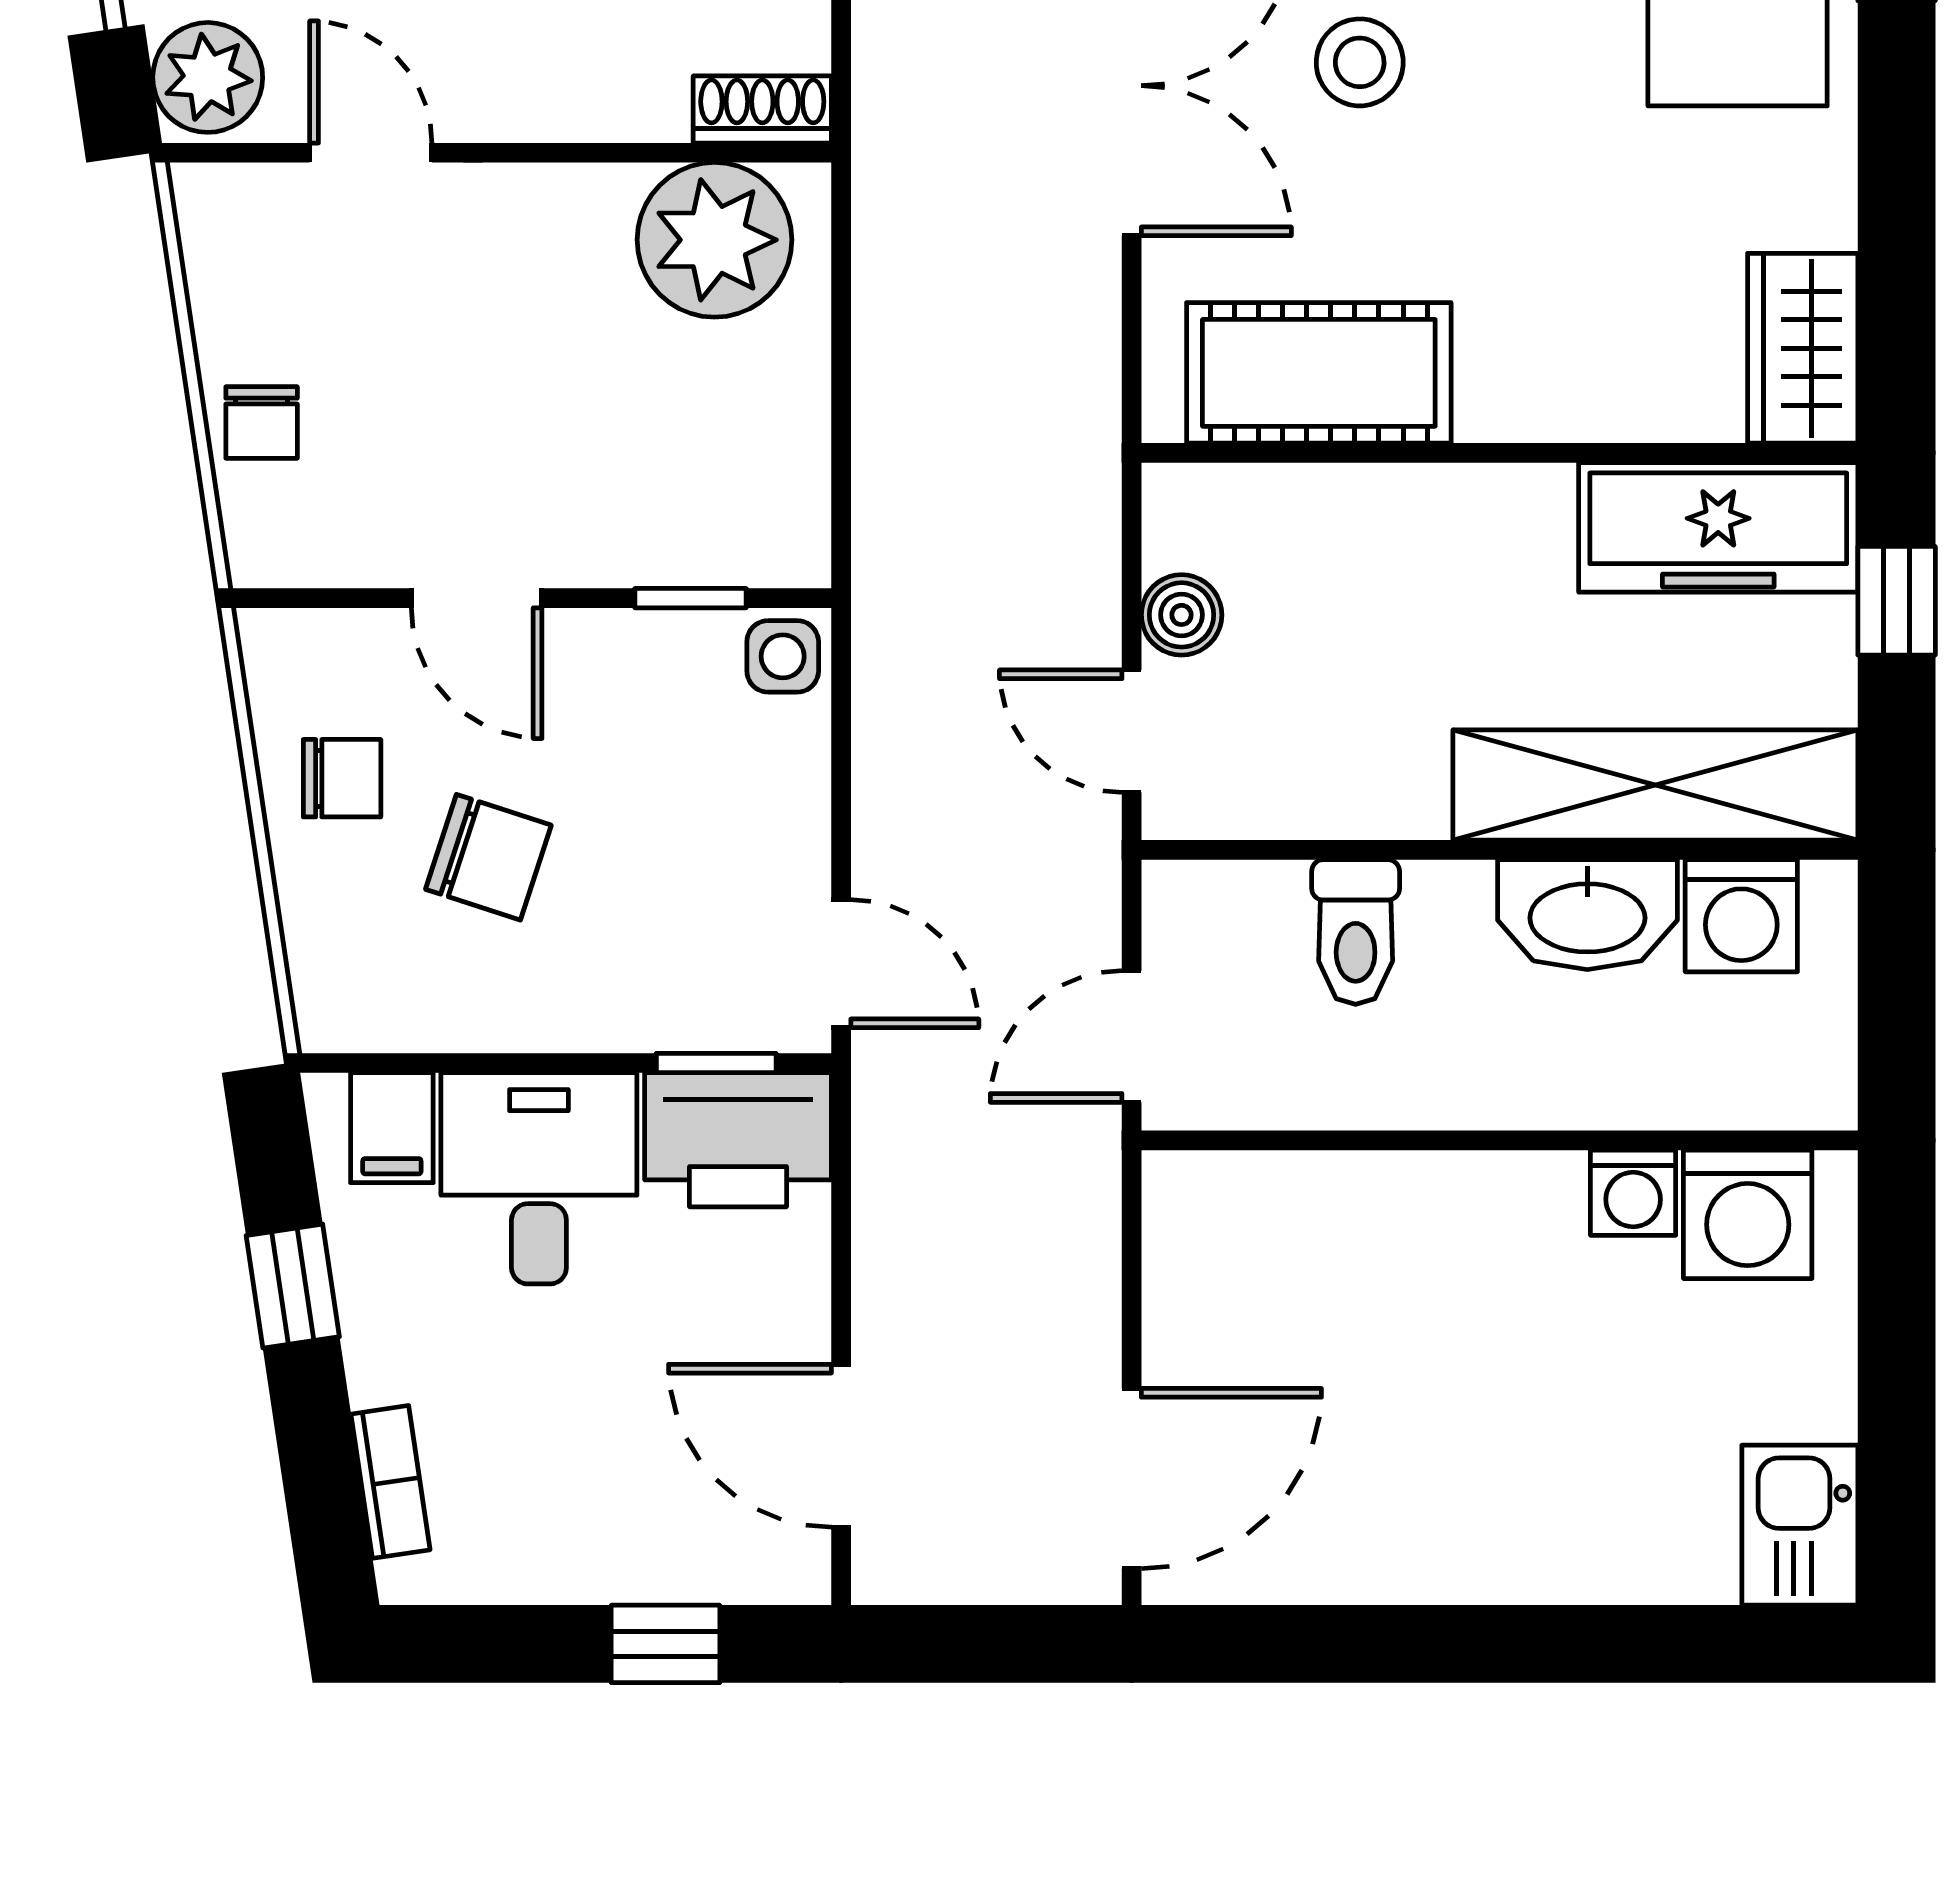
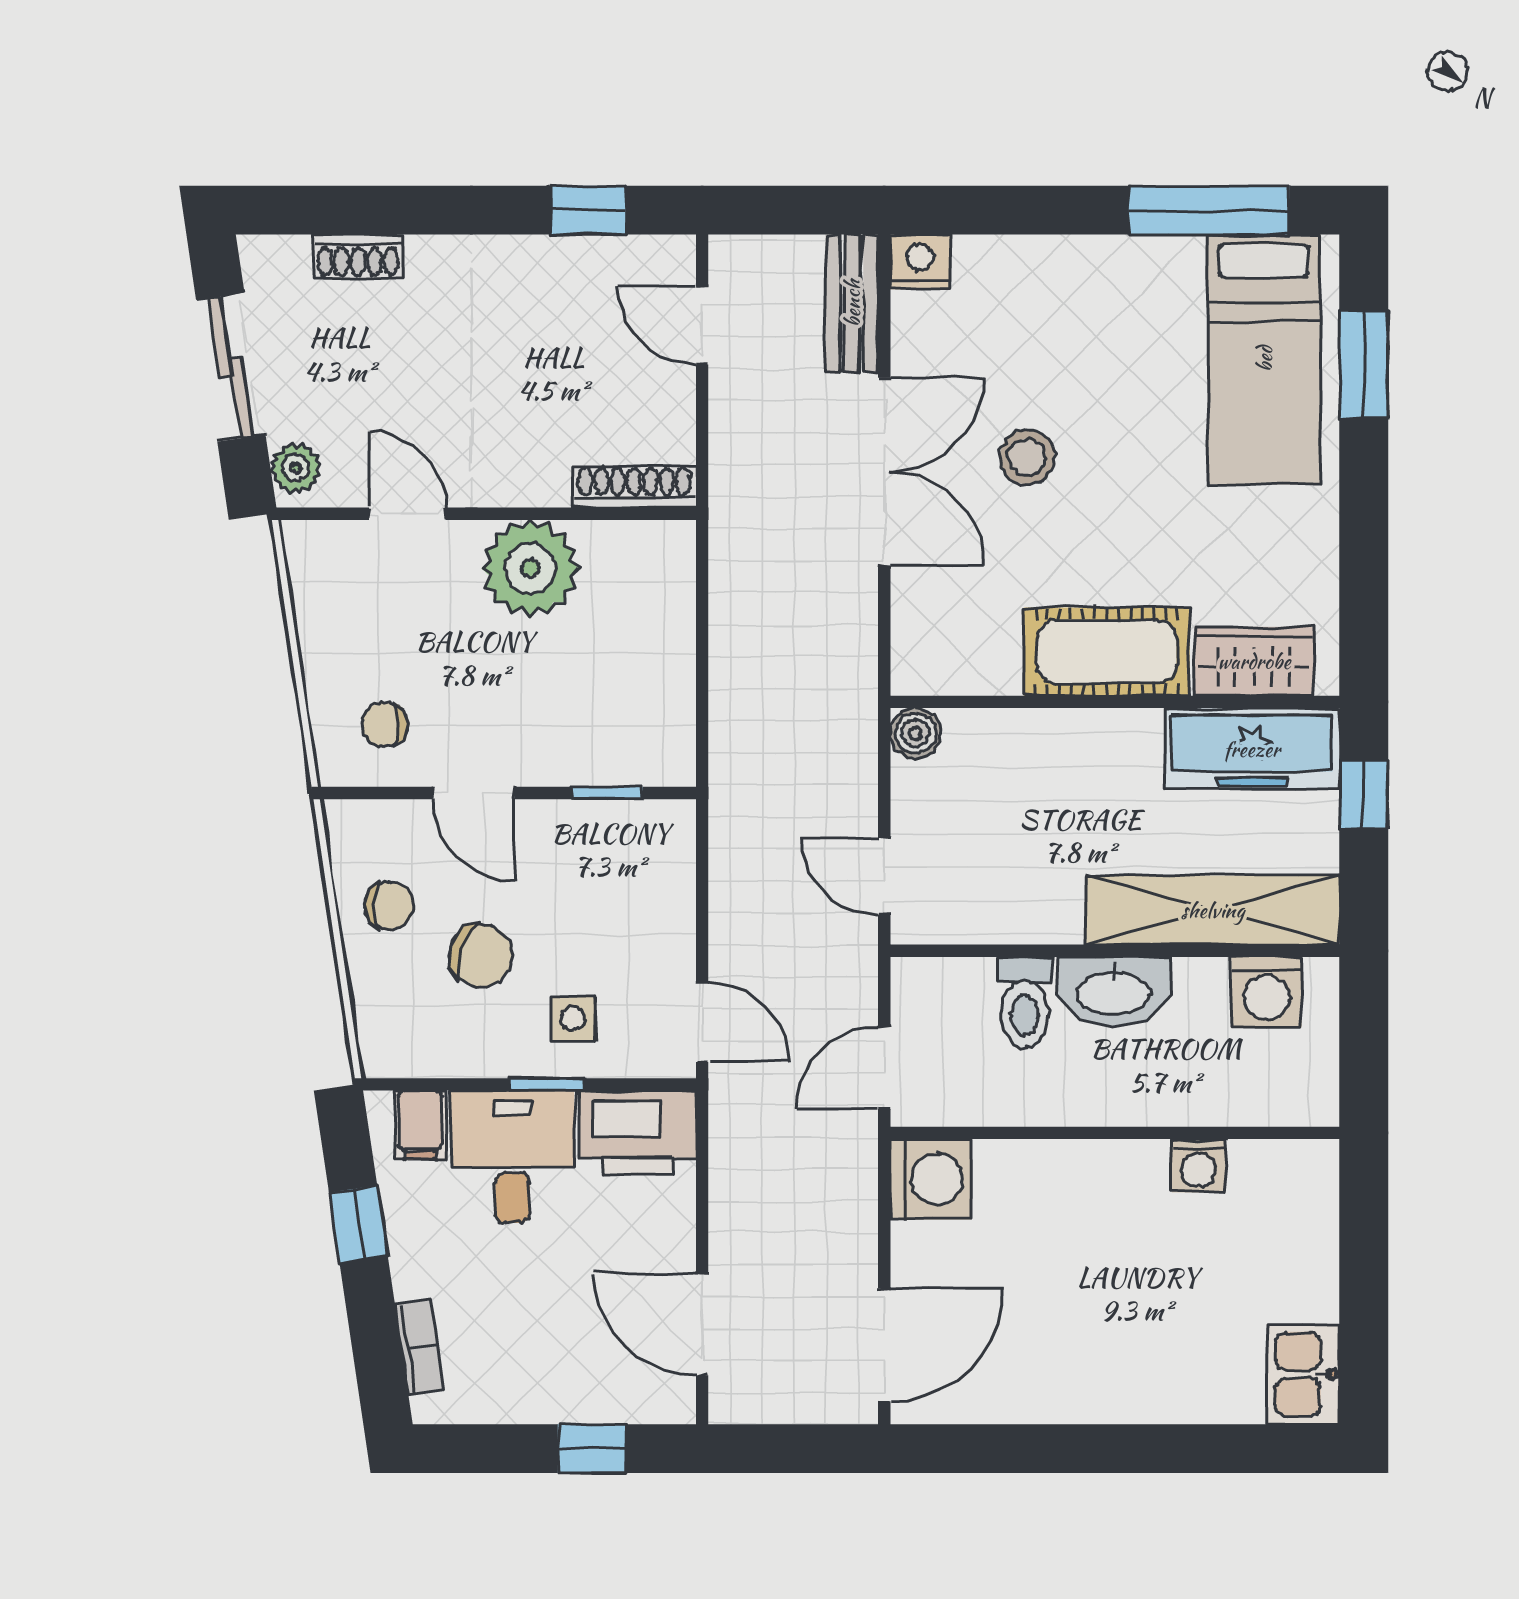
plant: (208, 77) -> (296, 468), width x0.73, depth x0.73
shoe rack: (762, 110) -> (634, 487), width x1.43
plant: (715, 240) -> (530, 568), moved
wardrobe: (1803, 348) -> (1254, 661), moved, turned 90
cot: (1319, 373) -> (1107, 652), moved
chair: (262, 423) -> (385, 724), moved, turned 90
boiler: (1182, 615) -> (916, 733), moved
side table: (783, 656) -> (573, 1019), moved
washbasin: (1587, 915) -> (1113, 991), moved
window: (716, 1063) -> (547, 1084), moved
washing machine: (1748, 1214) -> (931, 1179), moved, turned -90

